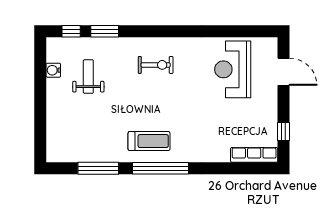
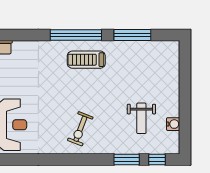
exercise bike: (156, 65) -> (80, 129), turned -69

